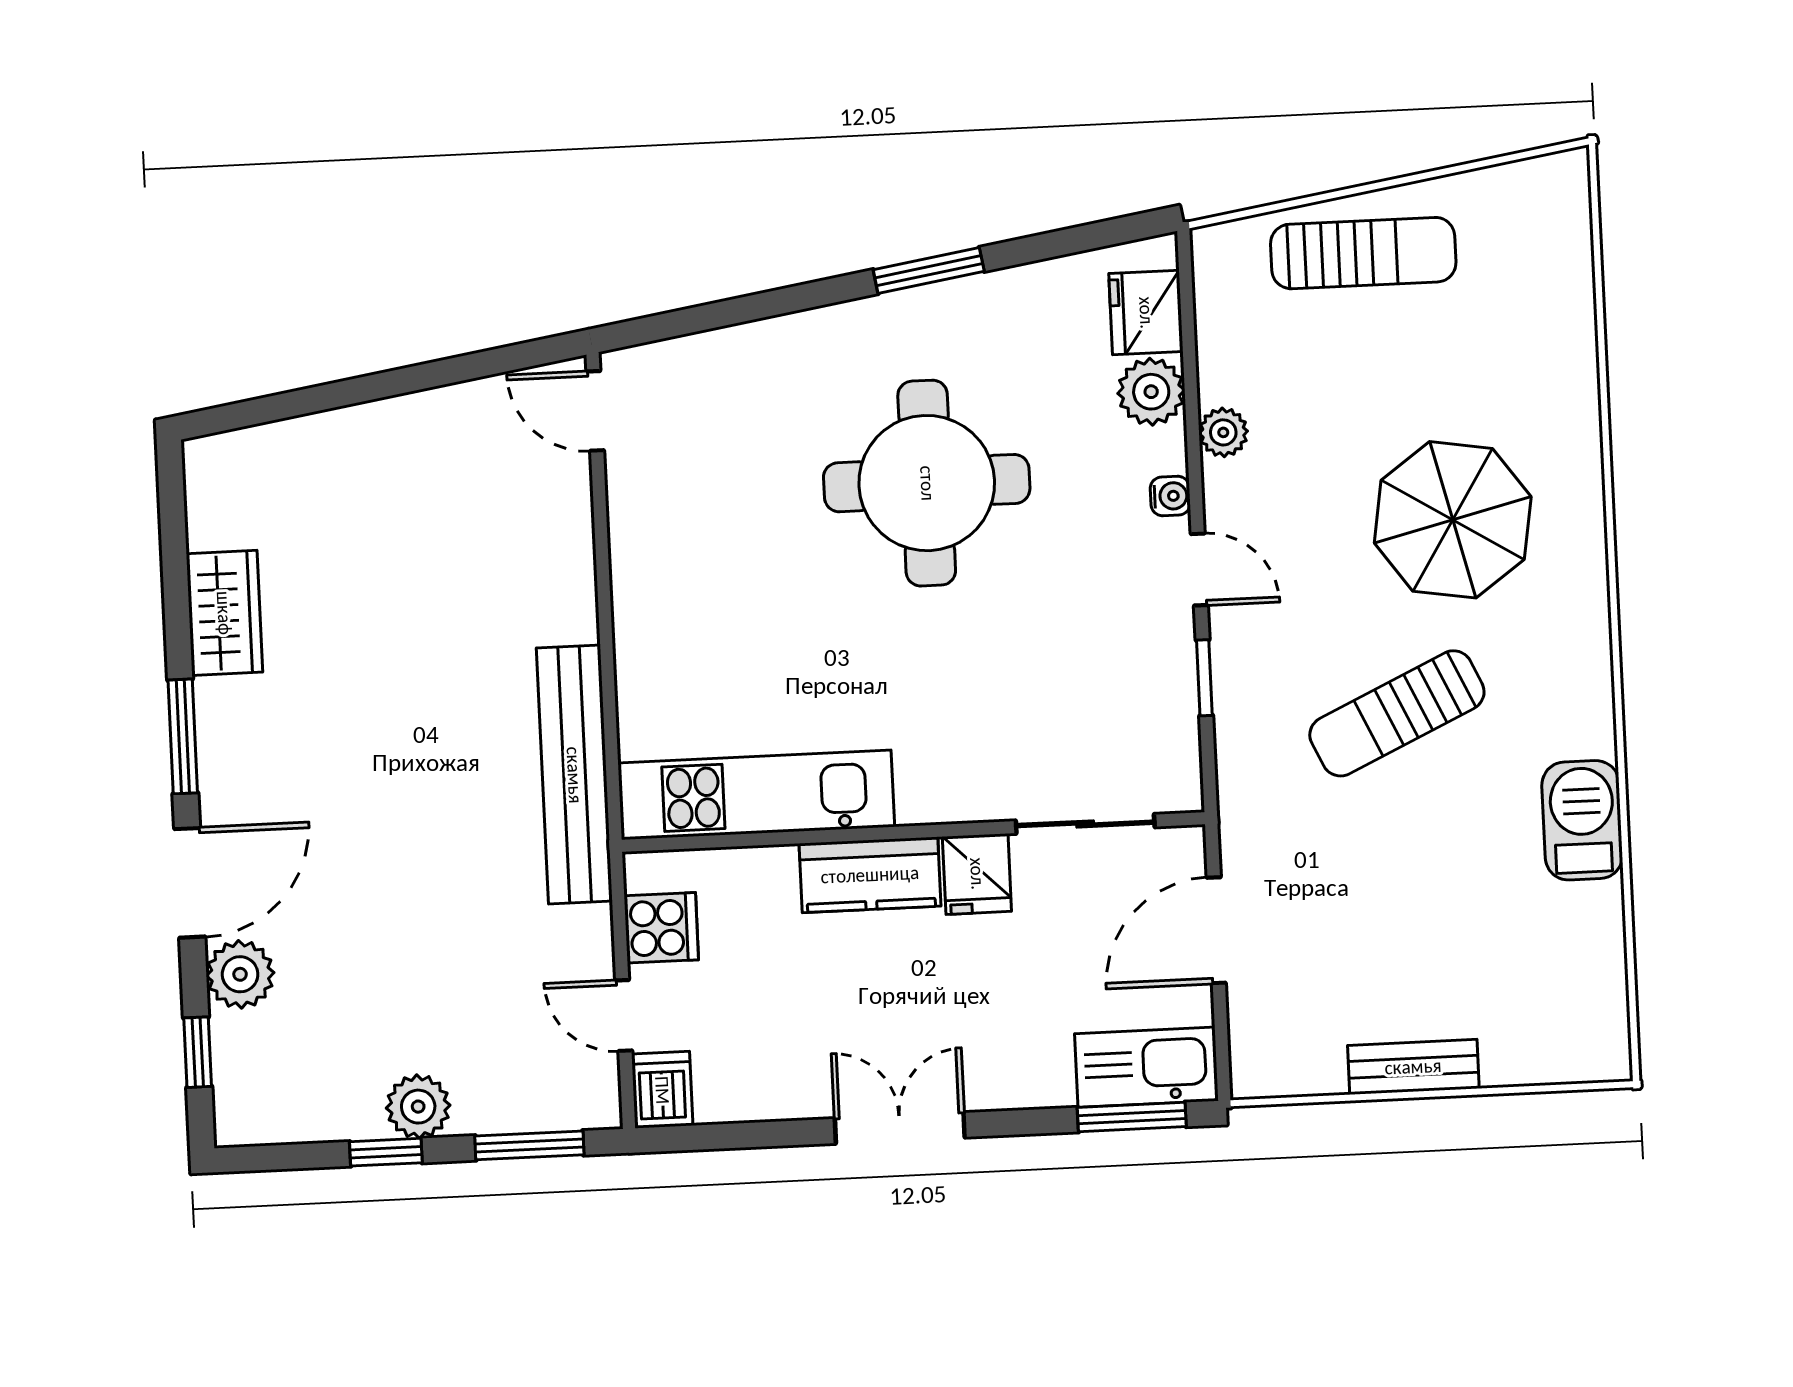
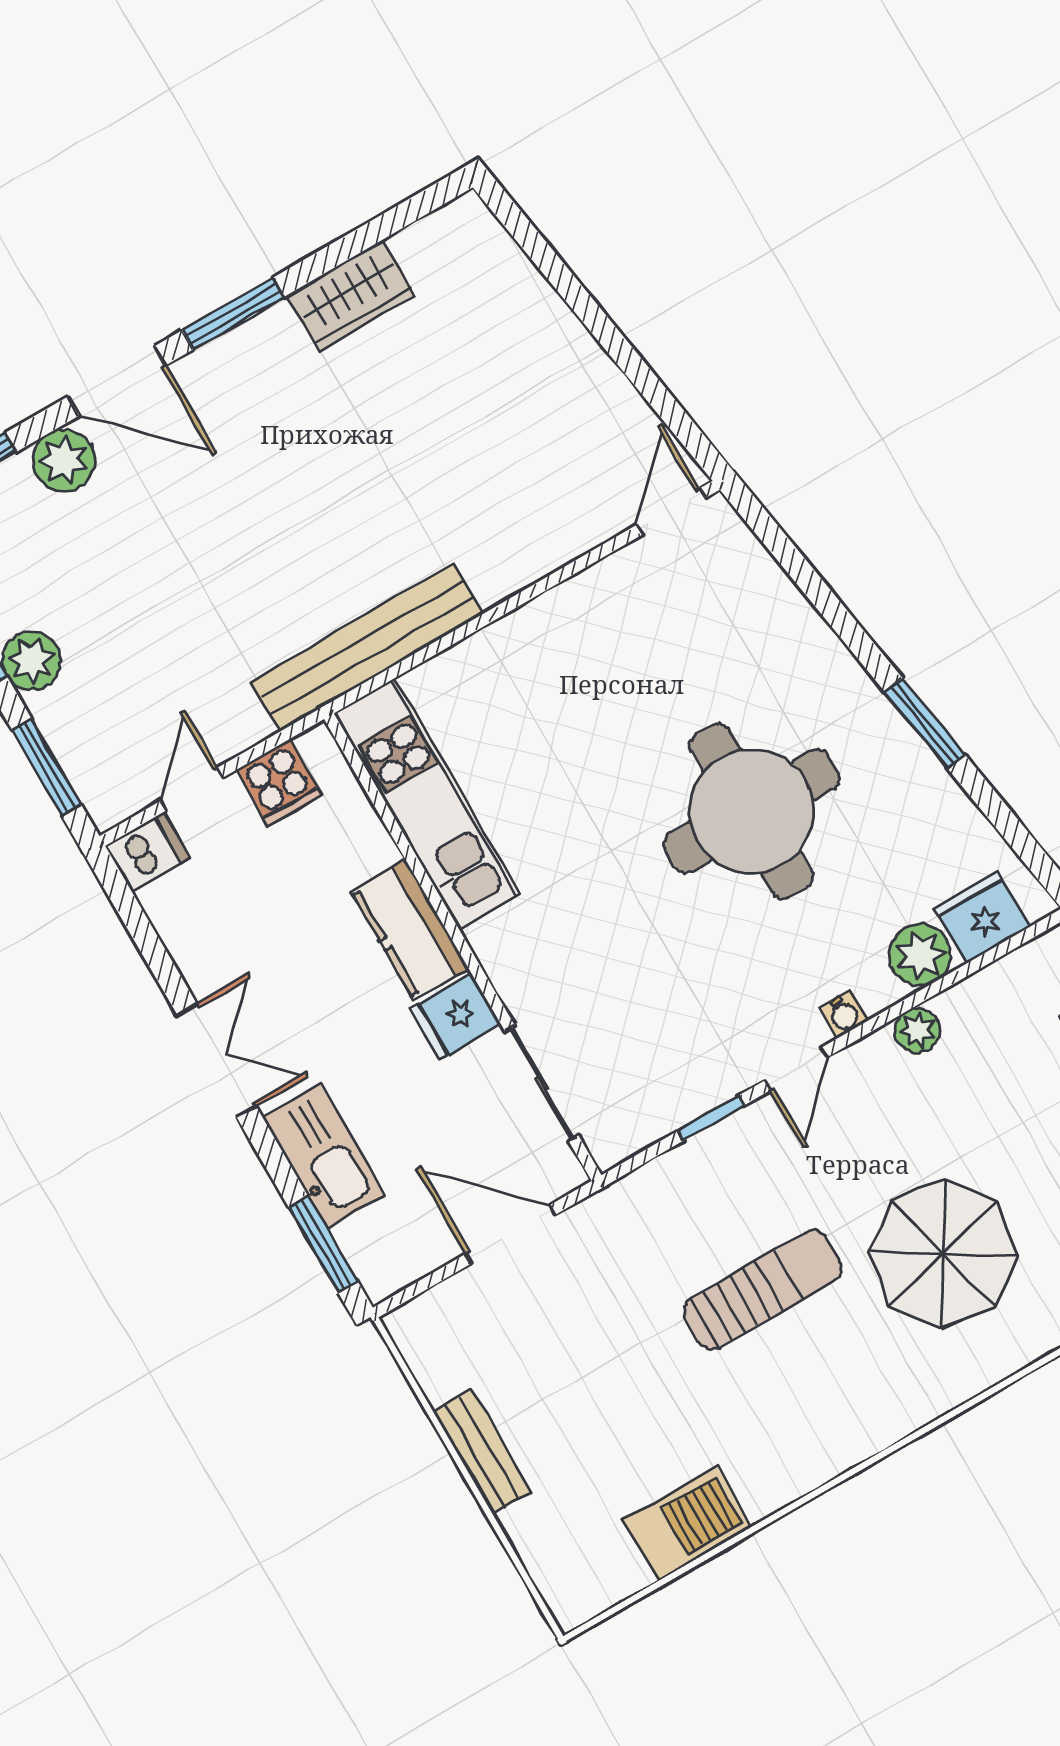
sun lounger: (1397, 713) -> (762, 1290), turned 115
barbecue: (1582, 820) -> (687, 1524), moved
kitchen sink: (1146, 1067) -> (324, 1156), moved

